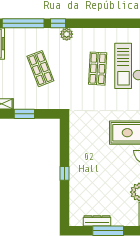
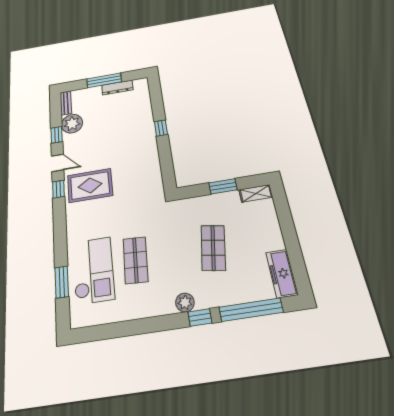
shop shelf: (40, 69) -> (213, 248), turned 30

